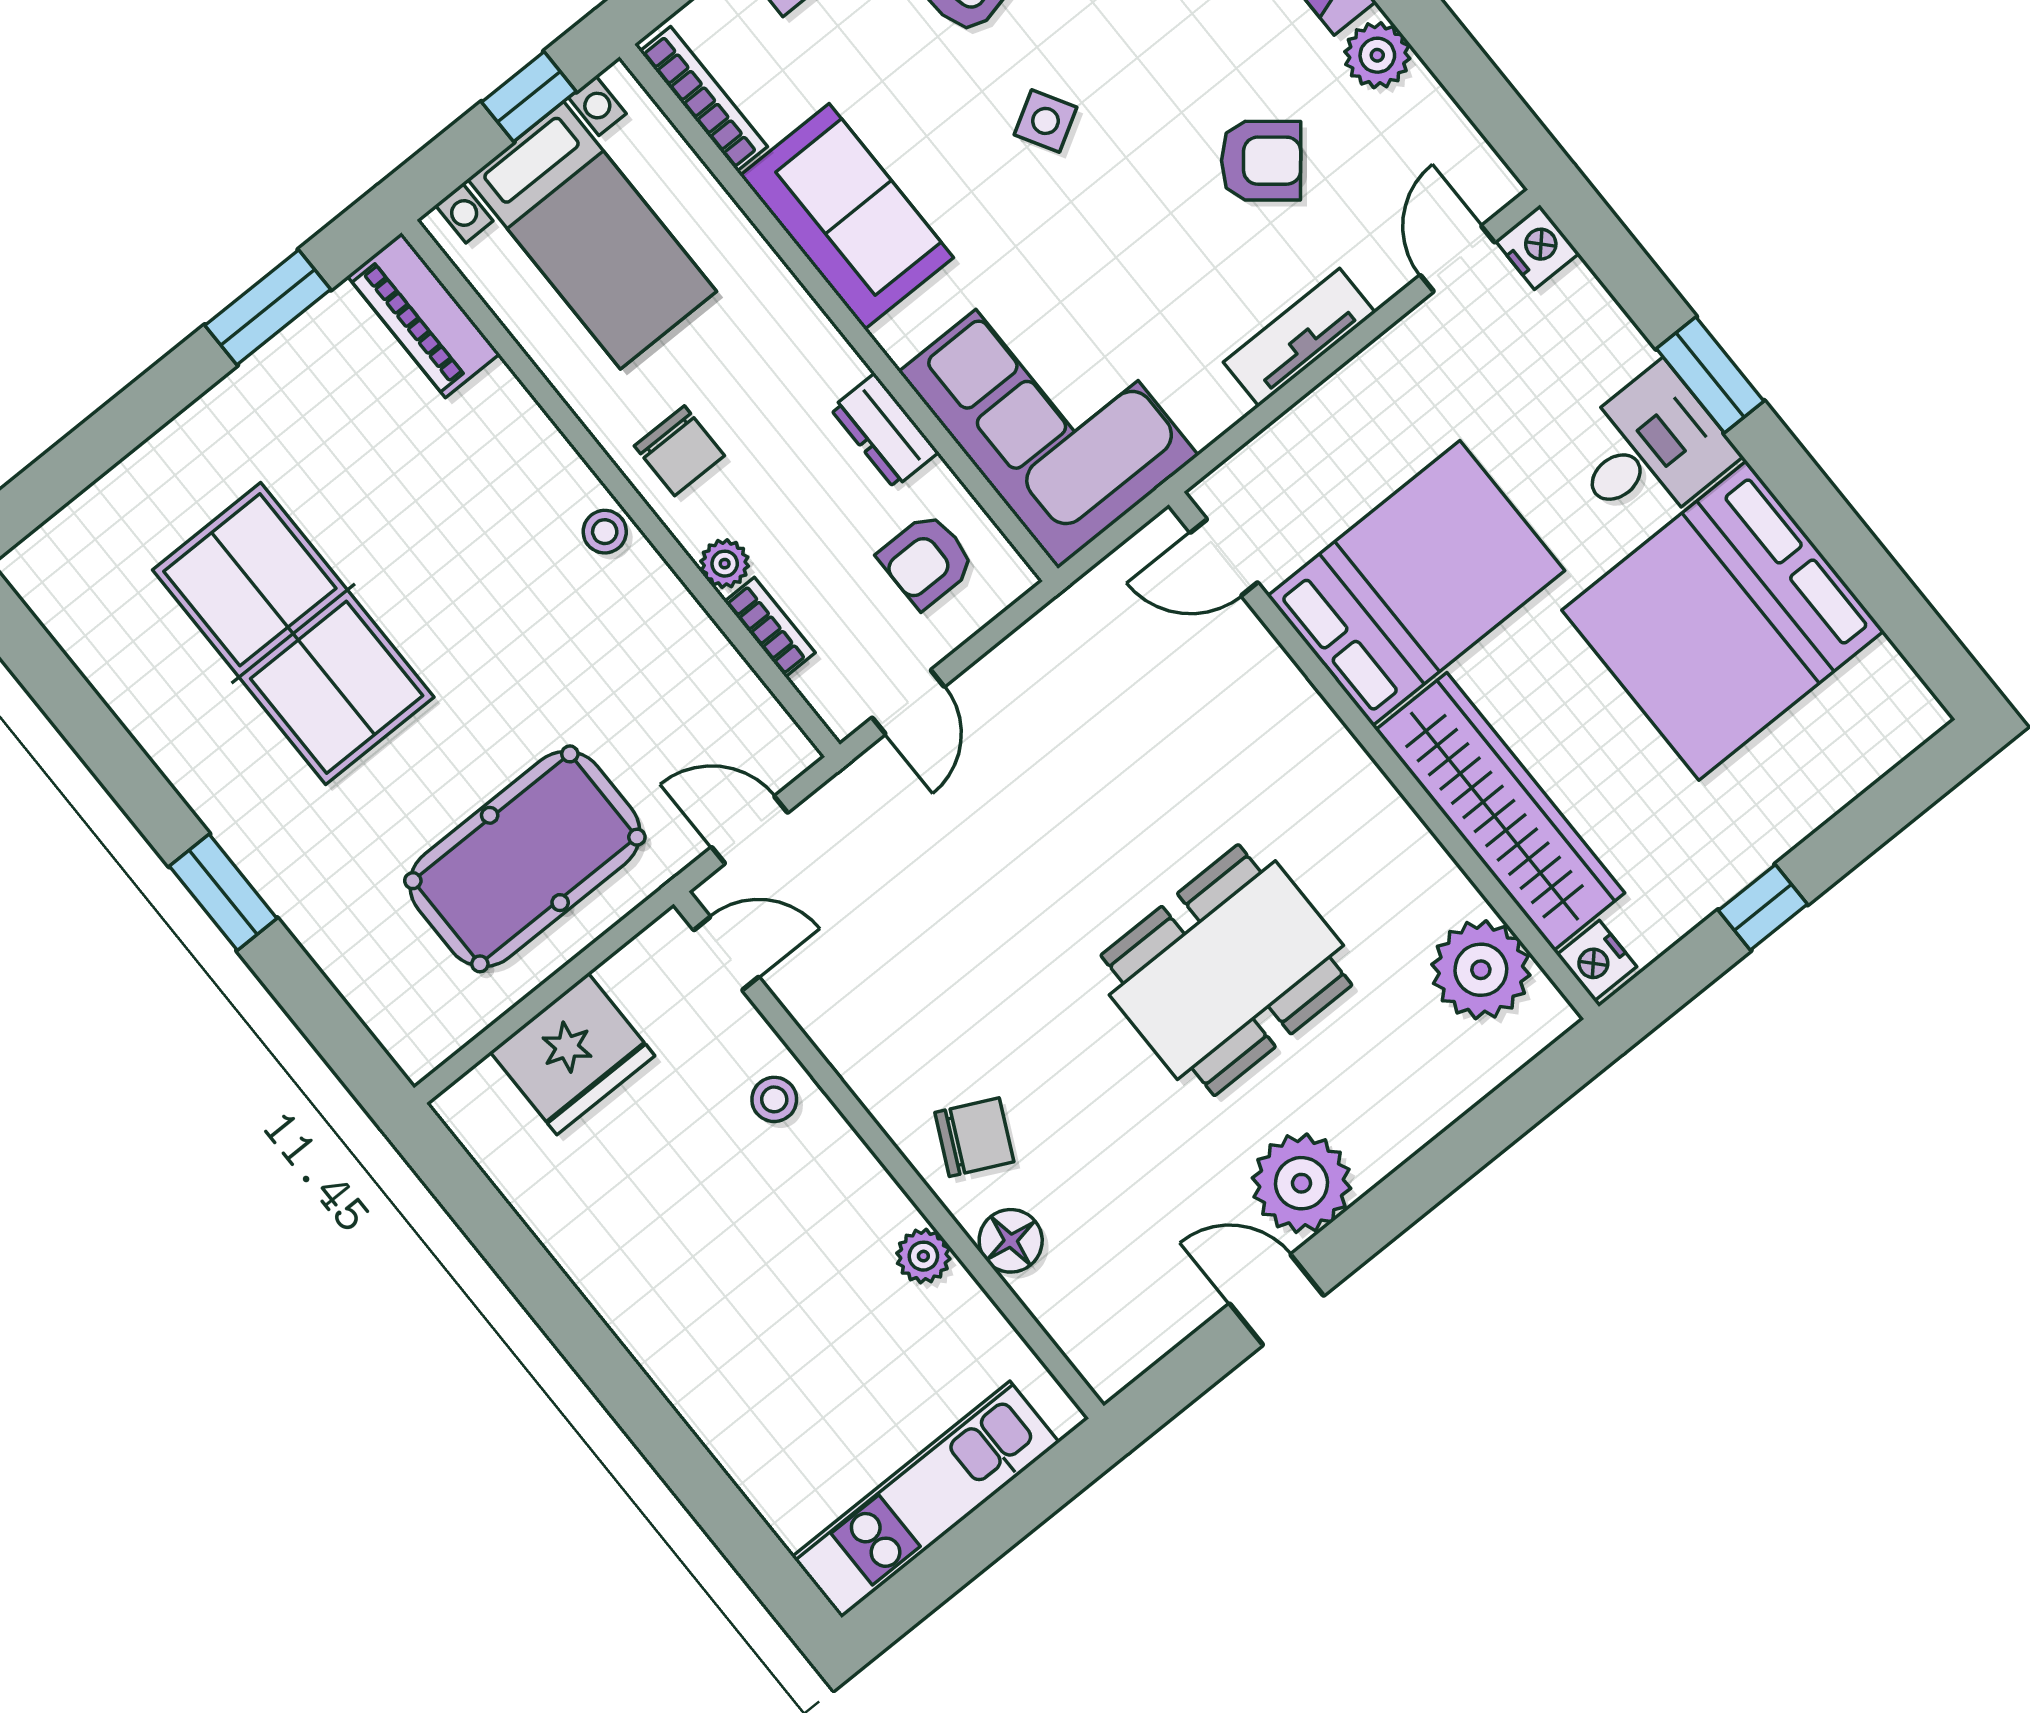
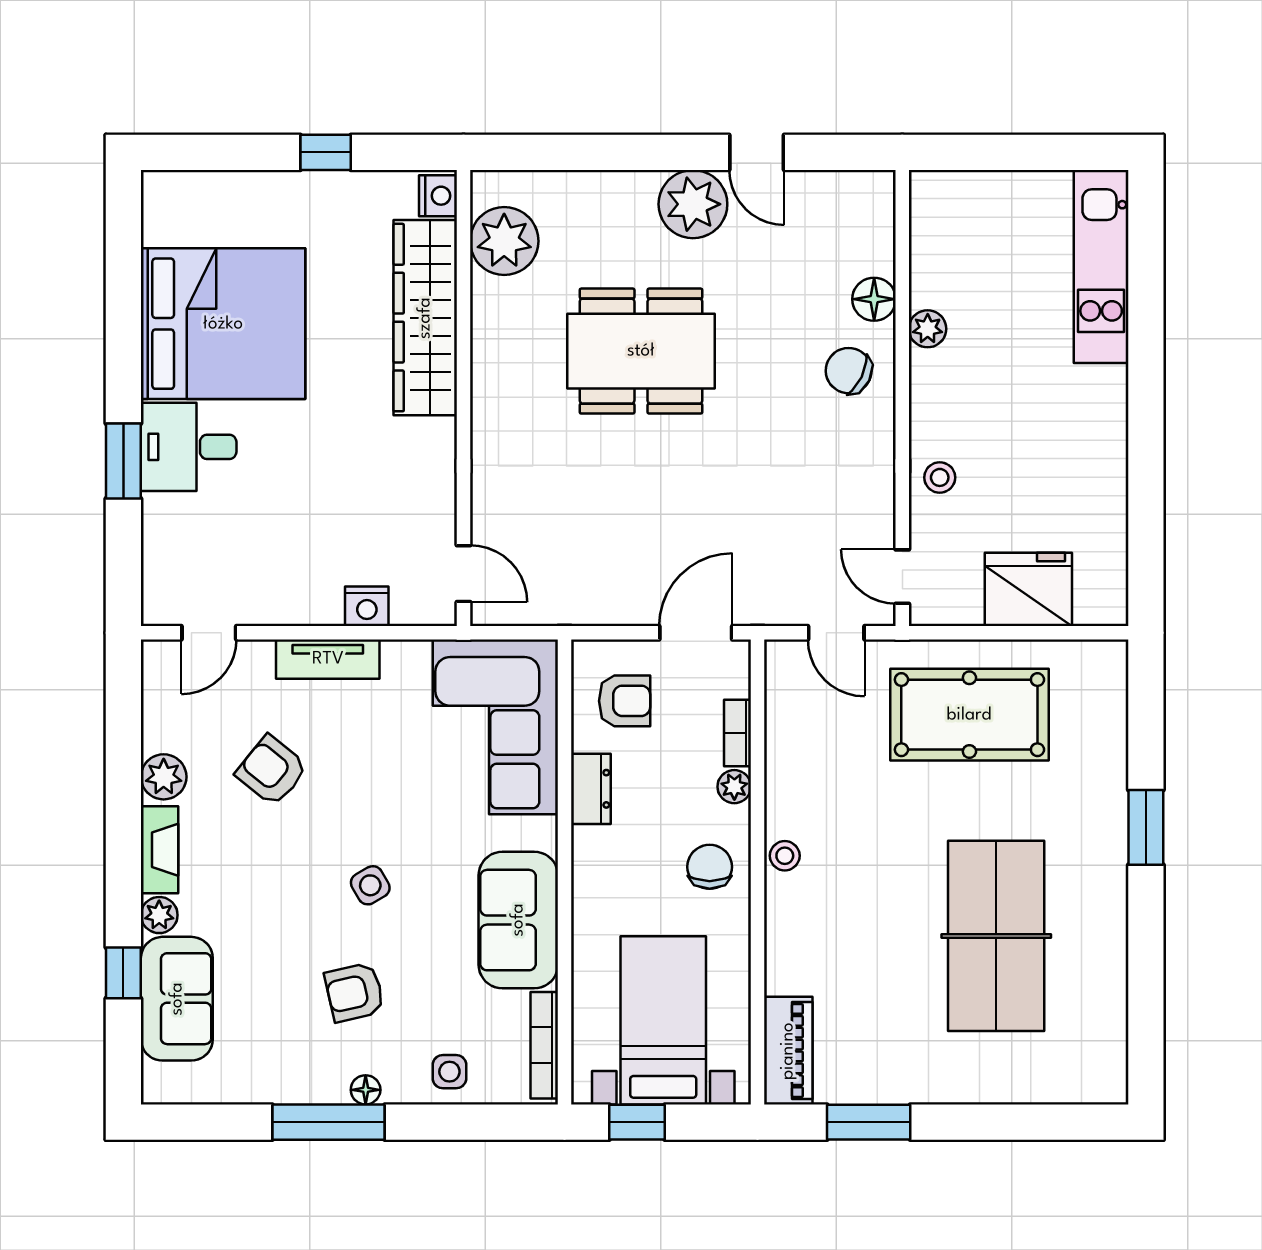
nightstand: (1537, 247) -> (367, 606), moved, turned -90
bed: (1416, 583) -> (372, 477), removed
door: (908, 702) -> (696, 633), width x1.38
kitchen unit: (926, 1499) -> (1101, 266), moved, turned 90

